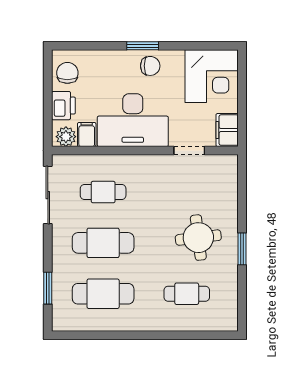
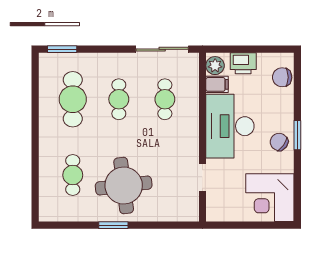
chair: (150, 66) -> (279, 142), turned 126
chair: (67, 73) -> (282, 77), moved, turned 180
filing cabinet: (227, 130) -> (221, 212), removed
round table: (198, 238) -> (124, 185), width x1.36, depth x1.36
cafe table: (103, 243) -> (119, 99), width x0.73, depth x0.74
window: (48, 288) -> (62, 49), moved

